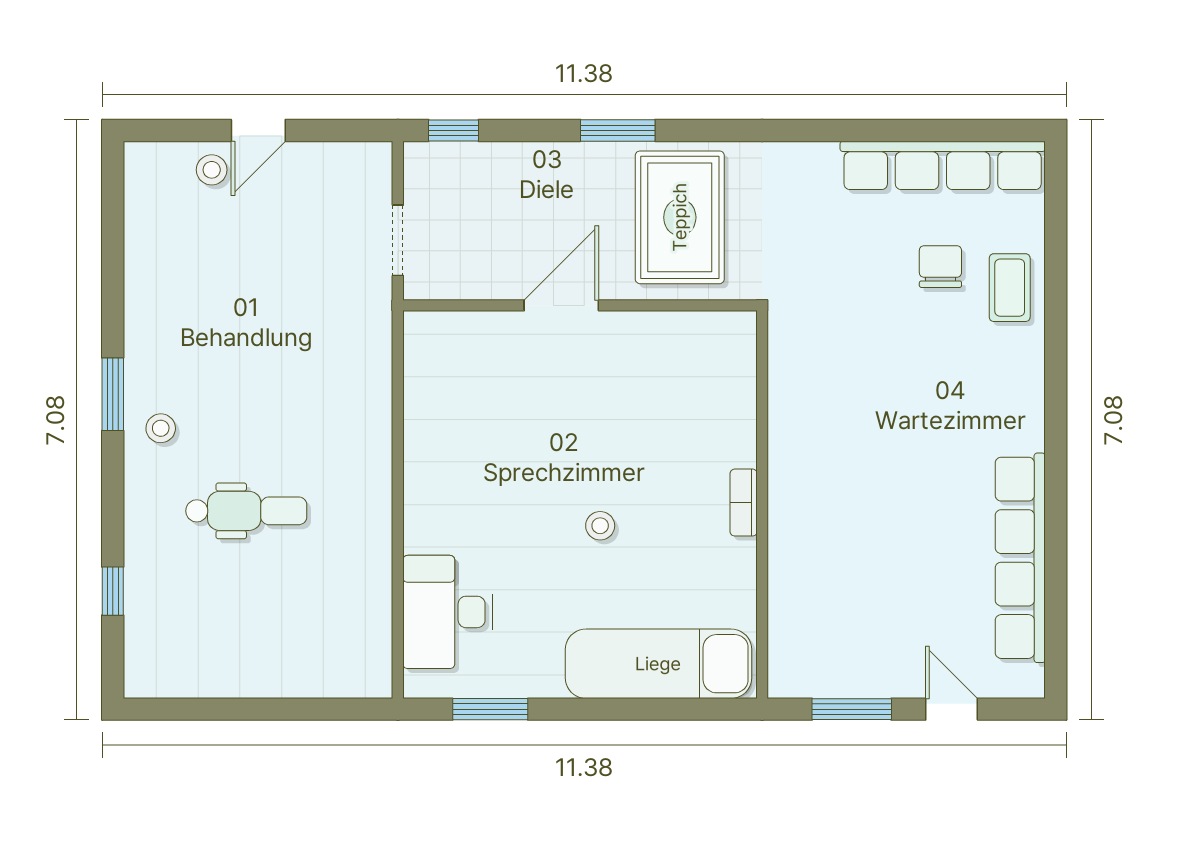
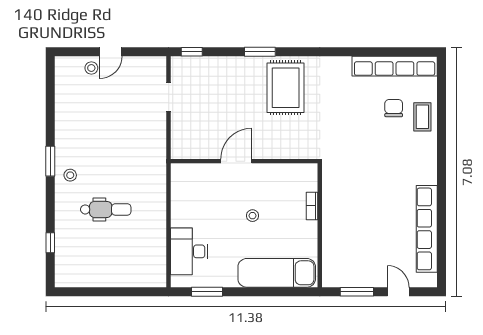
door: (561, 305) -> (236, 161), moved
wall: (580, 305) -> (244, 161), moved

